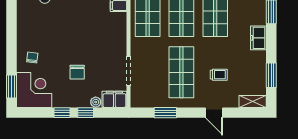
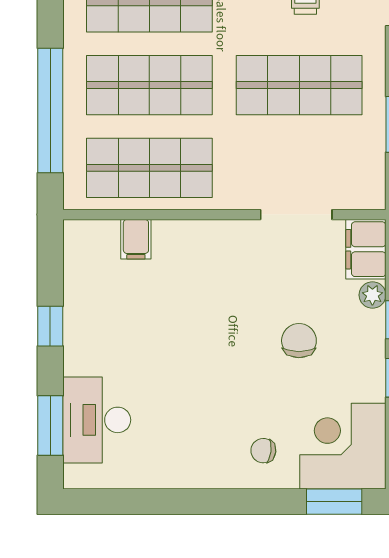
chair: (77, 72) -> (299, 341), turned -90

